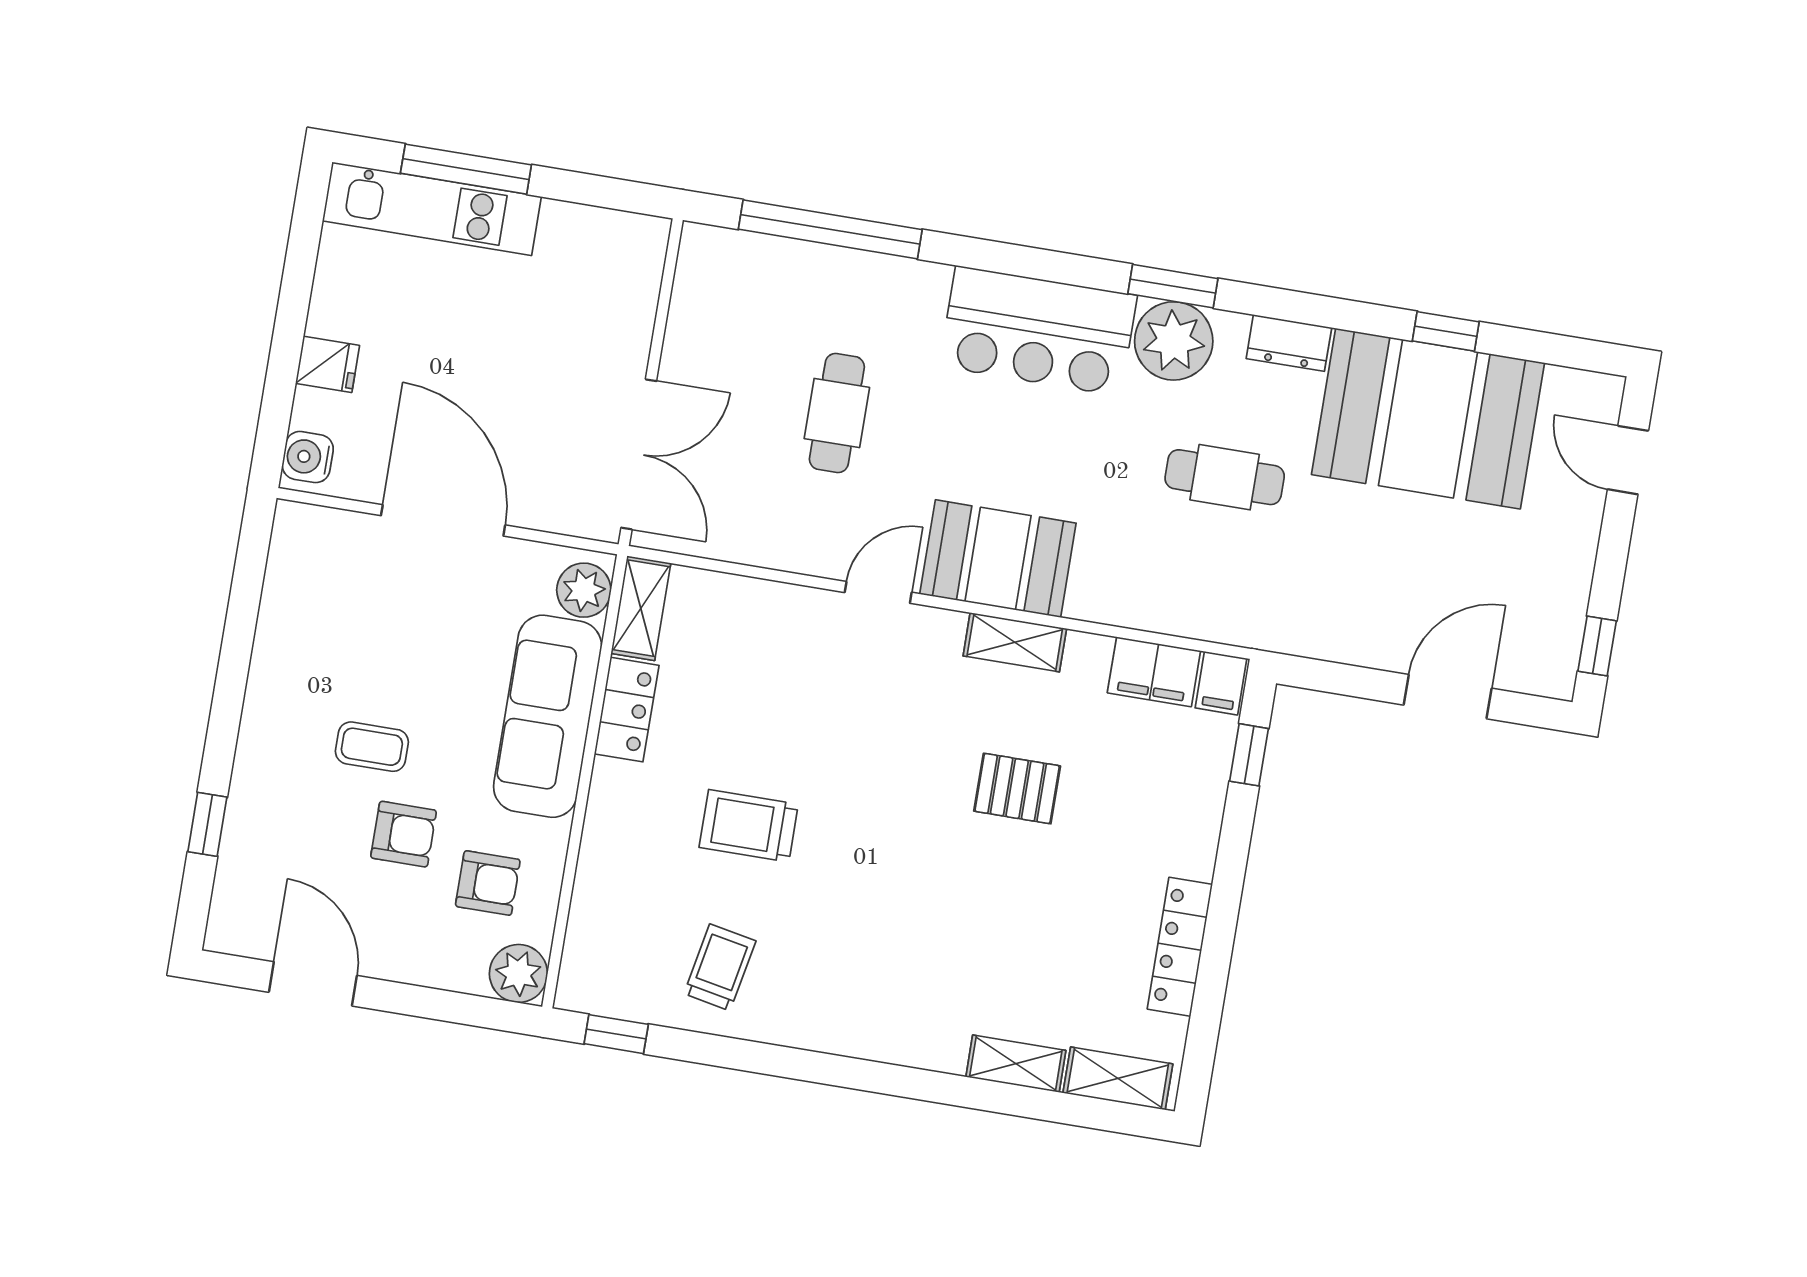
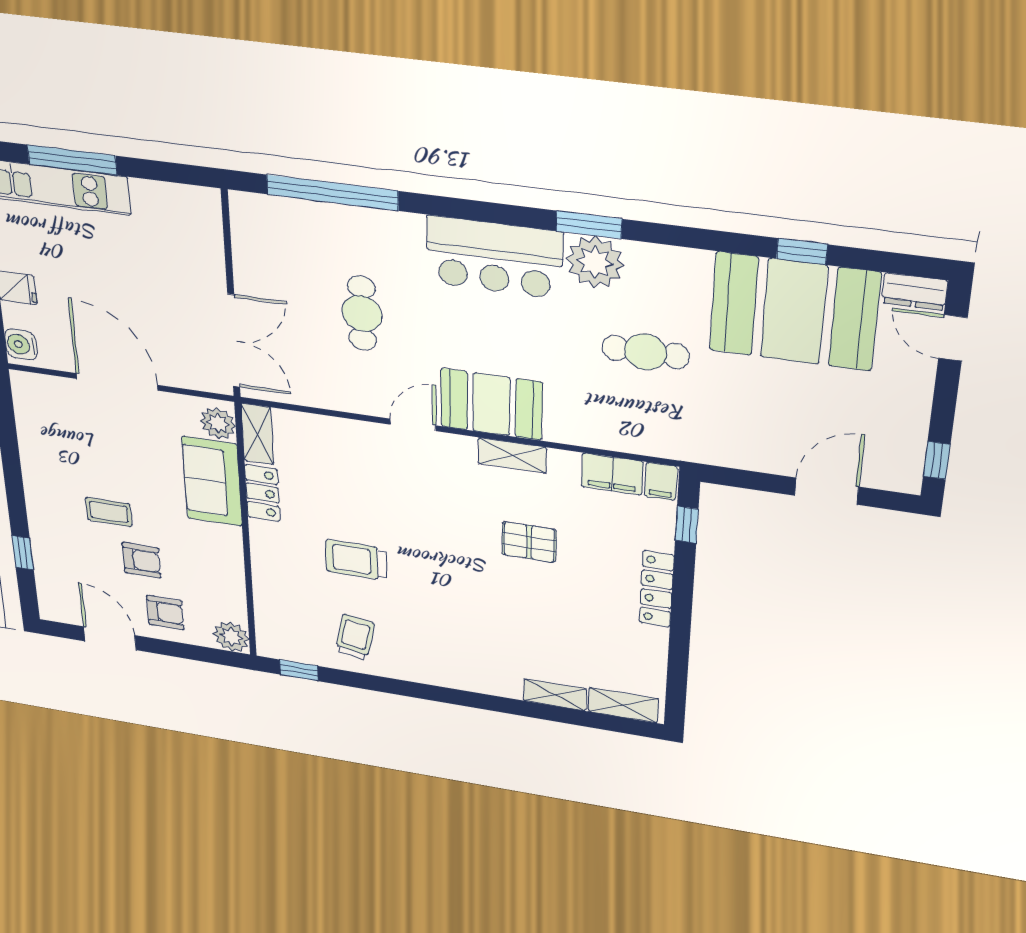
dresser: (1289, 343) -> (915, 292), moved
sofa: (548, 716) -> (212, 481), width x0.73
armchair: (488, 883) -> (165, 612), moved
locker: (1180, 947) -> (657, 589), moved

